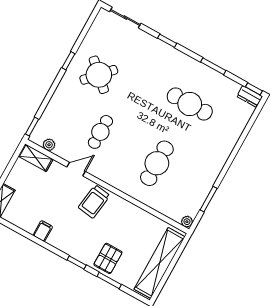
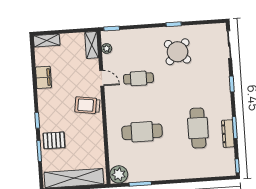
dresser: (250, 96) -> (228, 134), moved, width x1.44
plant: (187, 222) -> (119, 174), width x1.88, depth x1.88
filing cabinet: (43, 231) -> (43, 77), width x2.00

